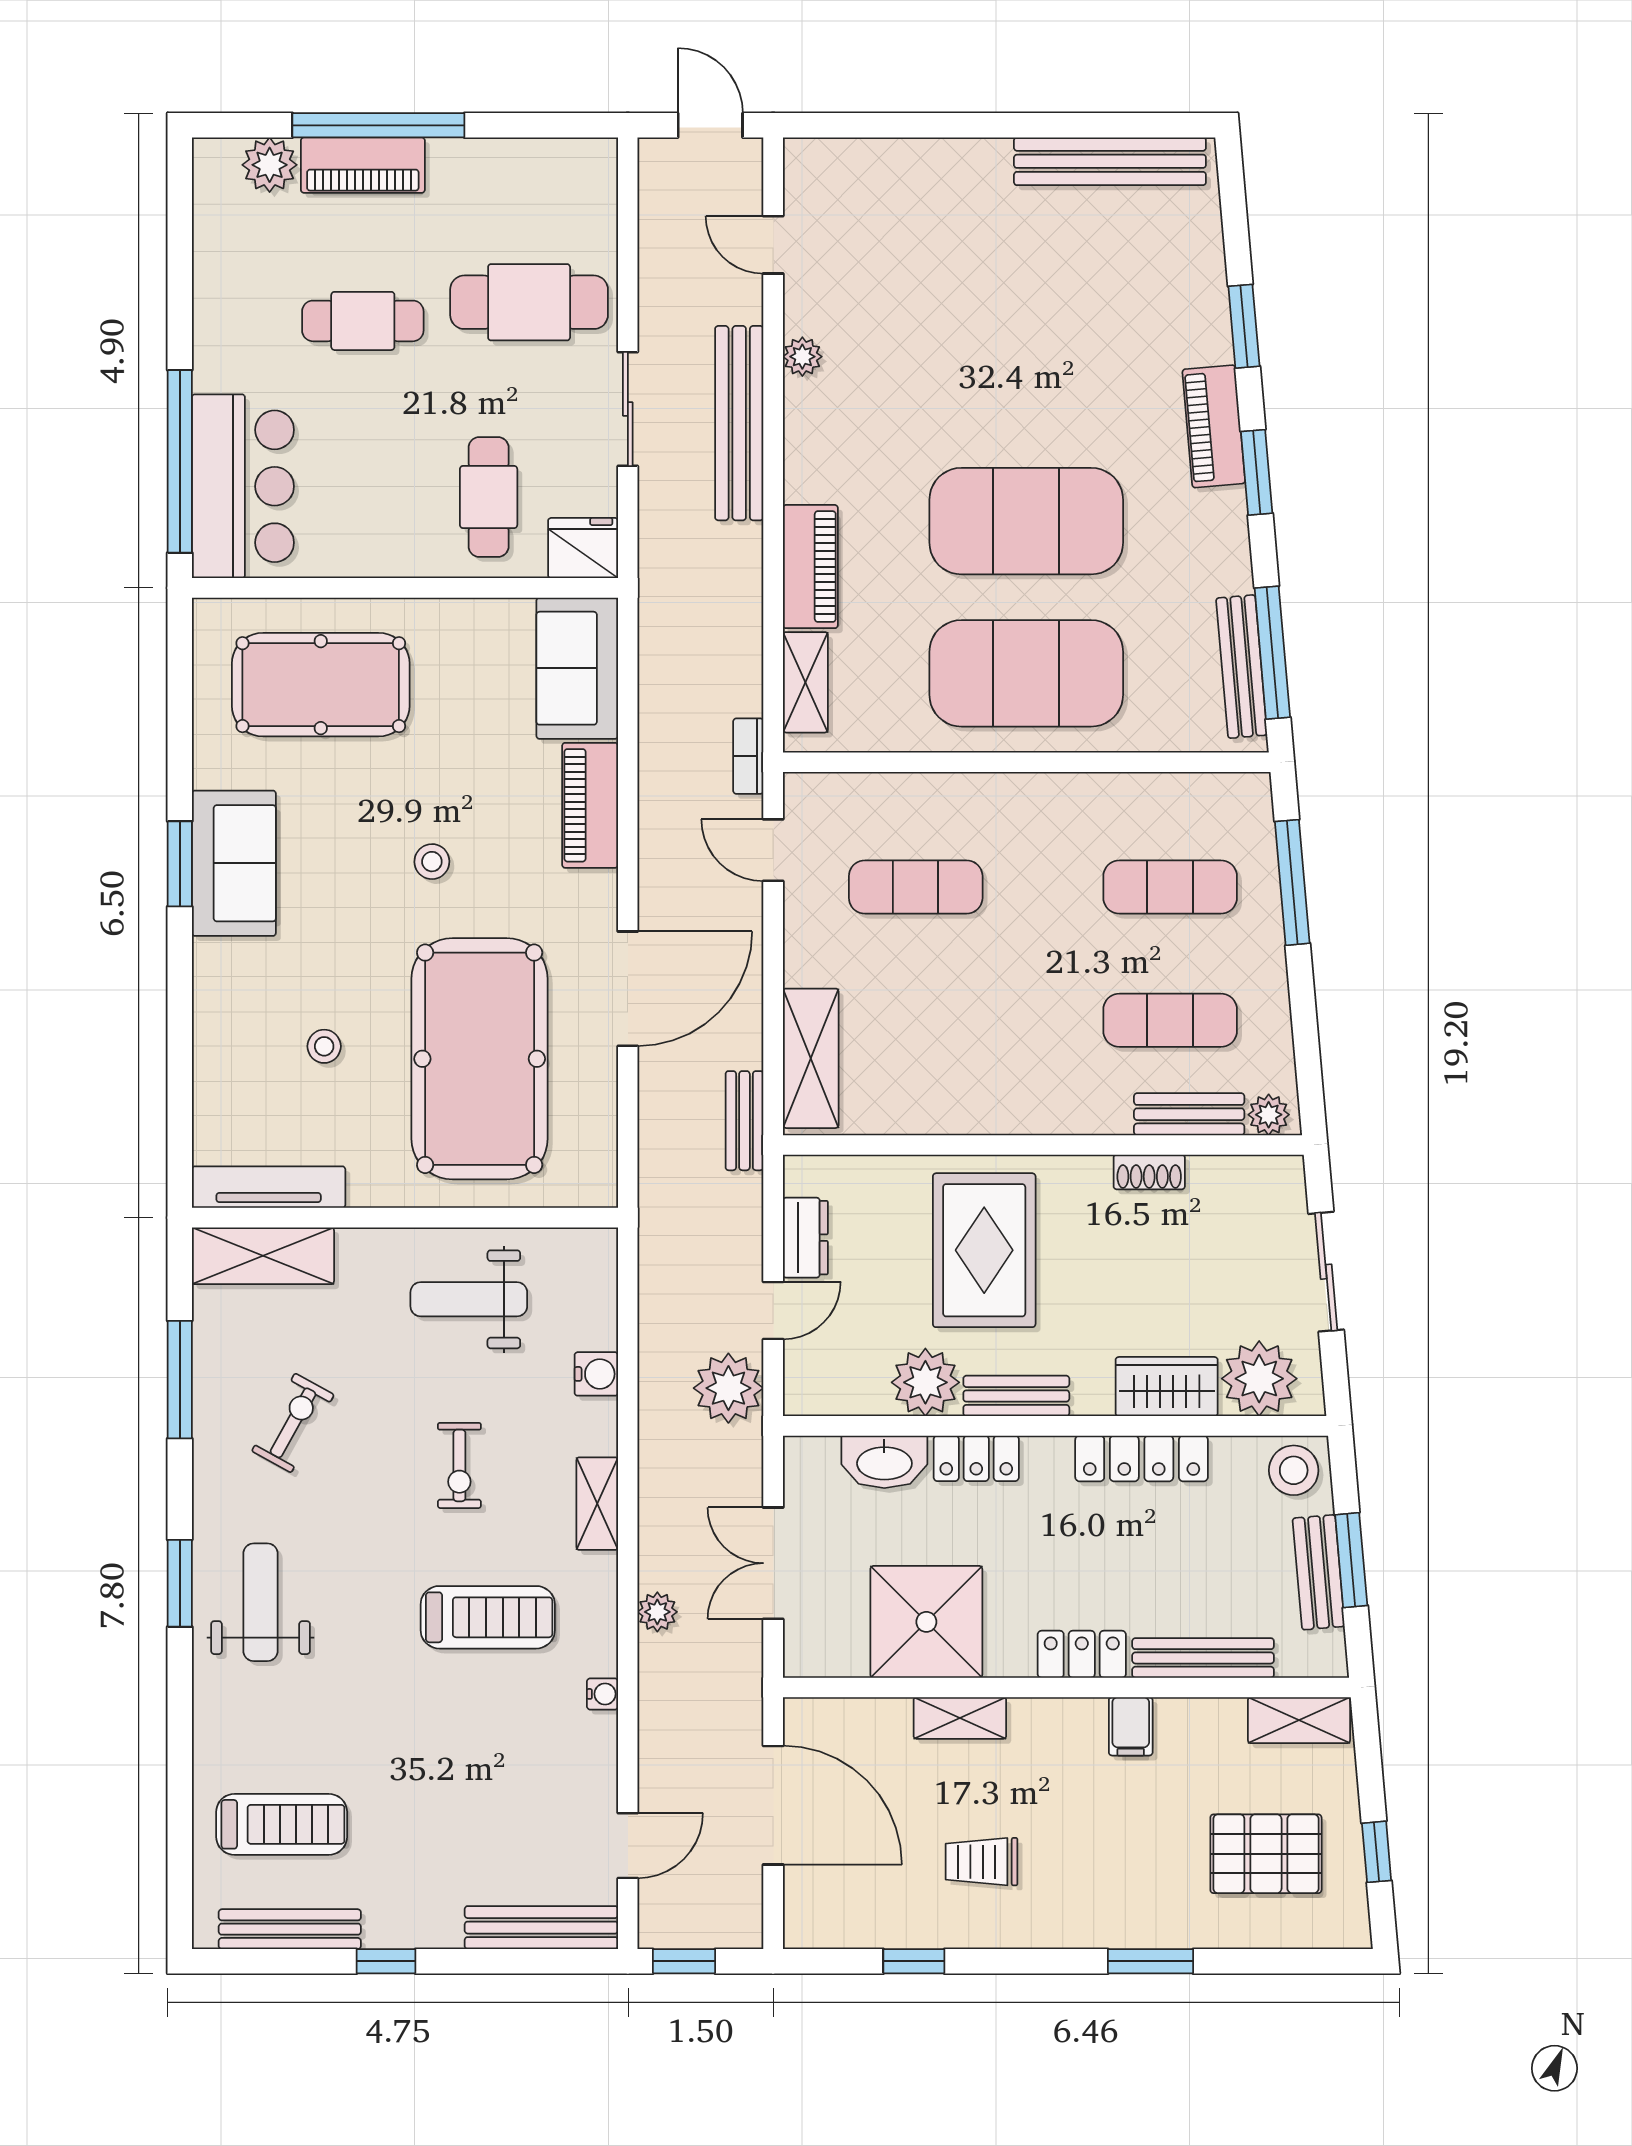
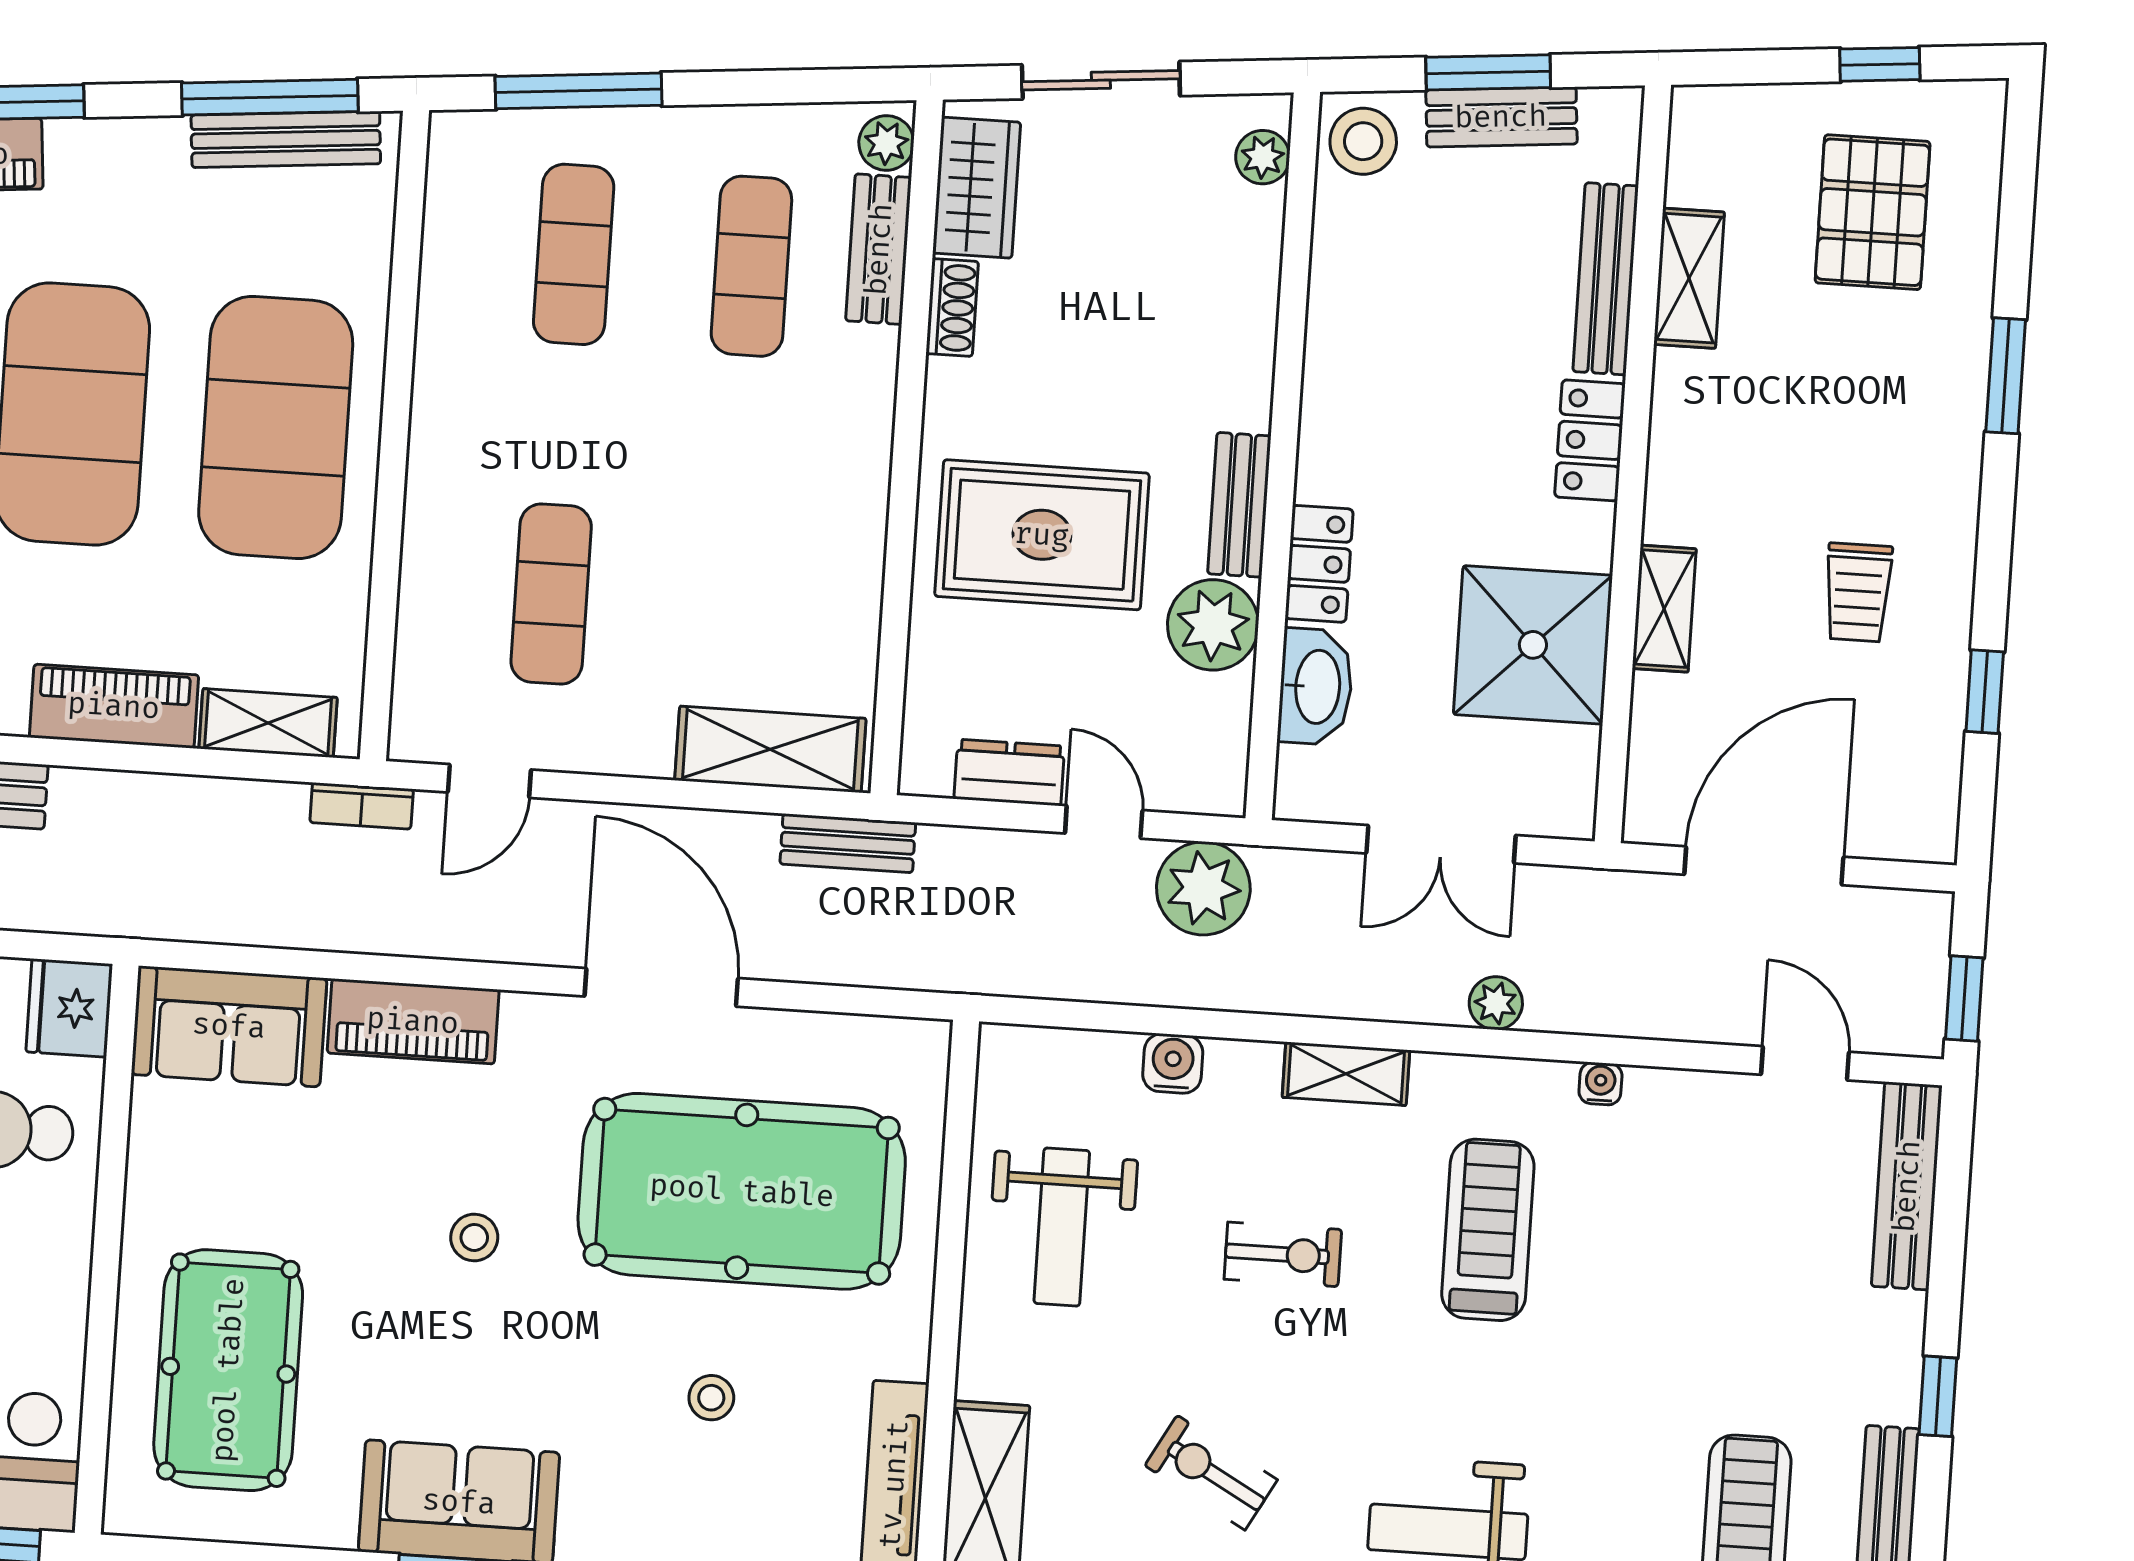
plant: (1259, 1379) -> (1263, 157), width x0.53, depth x0.53
wardrobe: (1167, 1387) -> (977, 188), moved, turned 180
locker: (1142, 1458) -> (1334, 343), removed
shelving: (1299, 1720) -> (1689, 278), moved
filing cabinet: (1131, 1726) -> (1690, 381), removed

